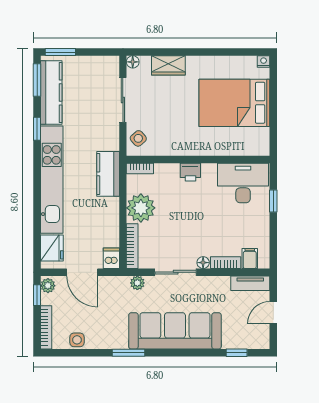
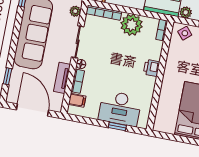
plant: (112, 142) -> (186, 12), added
desk: (243, 183) -> (120, 108), moved, turned 90
tv unit: (250, 283) -> (62, 78), moved
door: (273, 313) -> (32, 110), width x1.87

